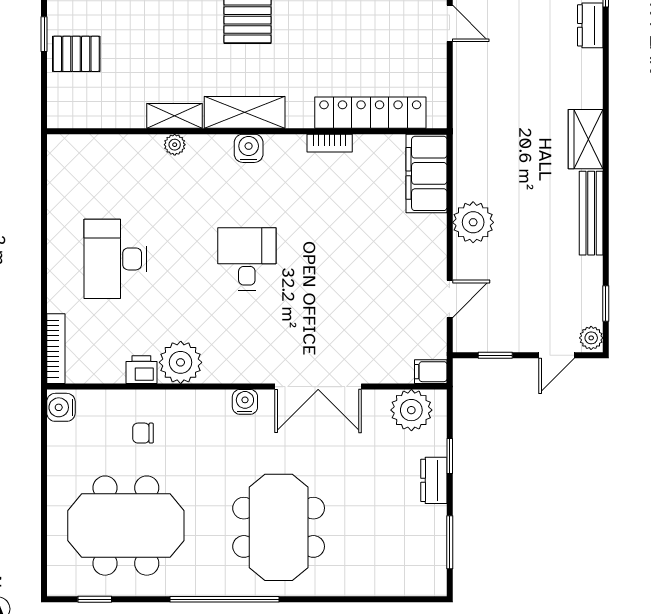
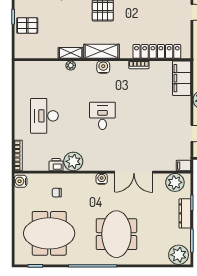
dresser: (434, 480) -> (185, 213), width x1.44
plant: (420, 574) -> (179, 255), added

